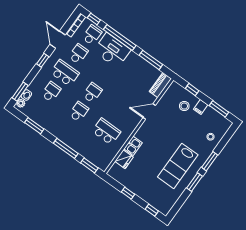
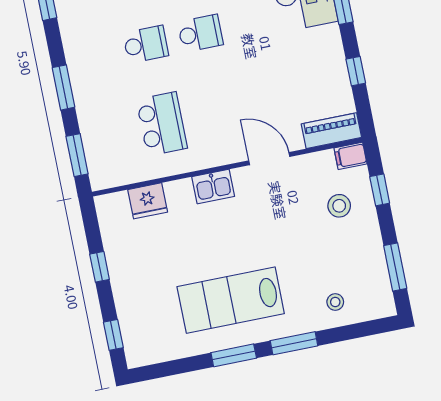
window: (151, 60) -> (356, 71), width x0.46
filing cabinet: (201, 107) -> (350, 156), moved
kitchen sink: (133, 146) -> (213, 186), moved
window: (66, 148) -> (63, 87), width x0.69

